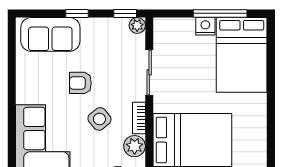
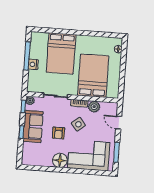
sofa: (50, 34) -> (33, 126), moved
bed: (242, 55) -> (61, 53), moved, turned 90
floor lamp: (29, 89) -> (60, 160), added

